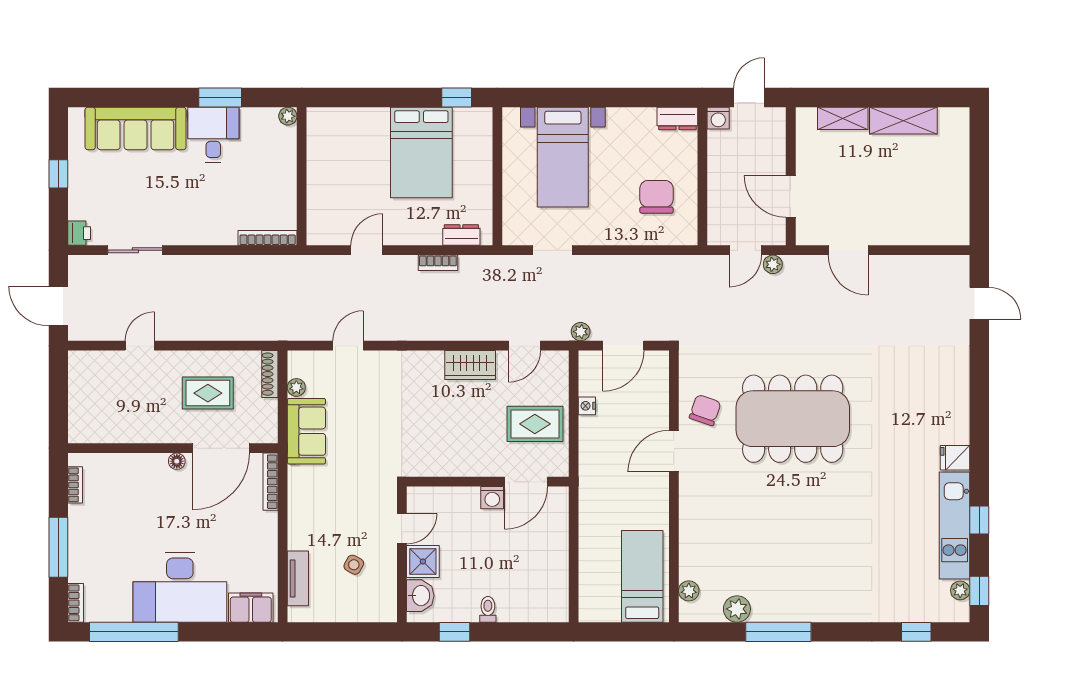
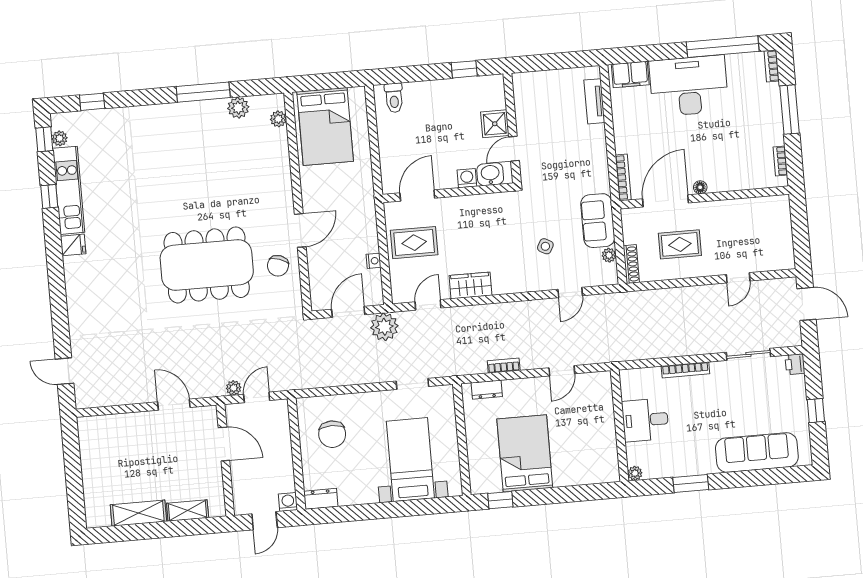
desk: (213, 135) -> (645, 420), moved, turned 90
bookcase: (268, 238) -> (685, 370), moved
plant: (581, 332) -> (384, 327), width x1.87, depth x1.87
washing machine: (492, 498) -> (467, 178), moved
side table: (354, 565) -> (545, 246), moved
bed: (642, 576) -> (325, 126), width x1.50
washbasin: (420, 596) -> (490, 174), moved, turned 90
toilet: (488, 609) -> (394, 98), moved, width x1.37, depth x1.39

